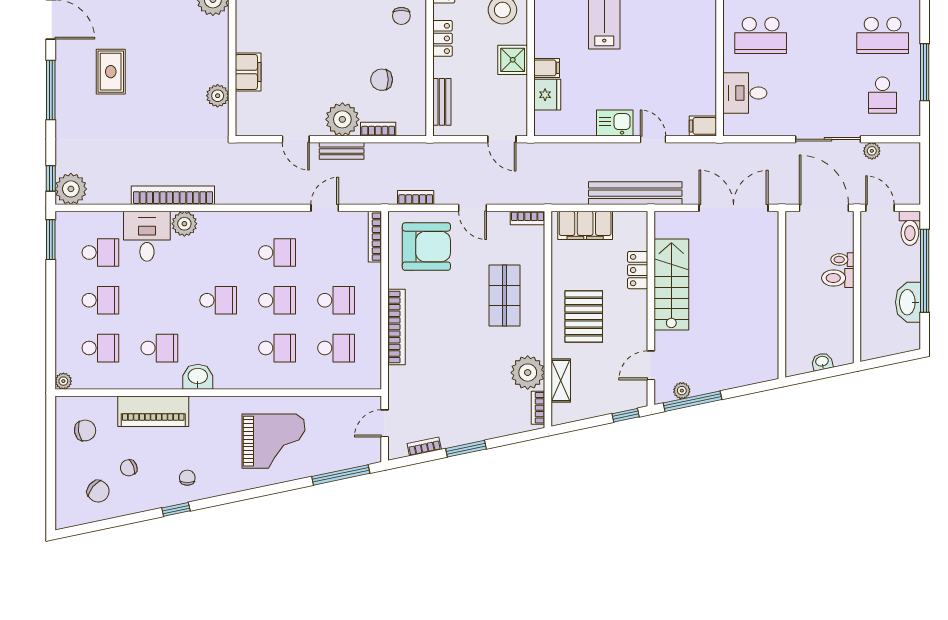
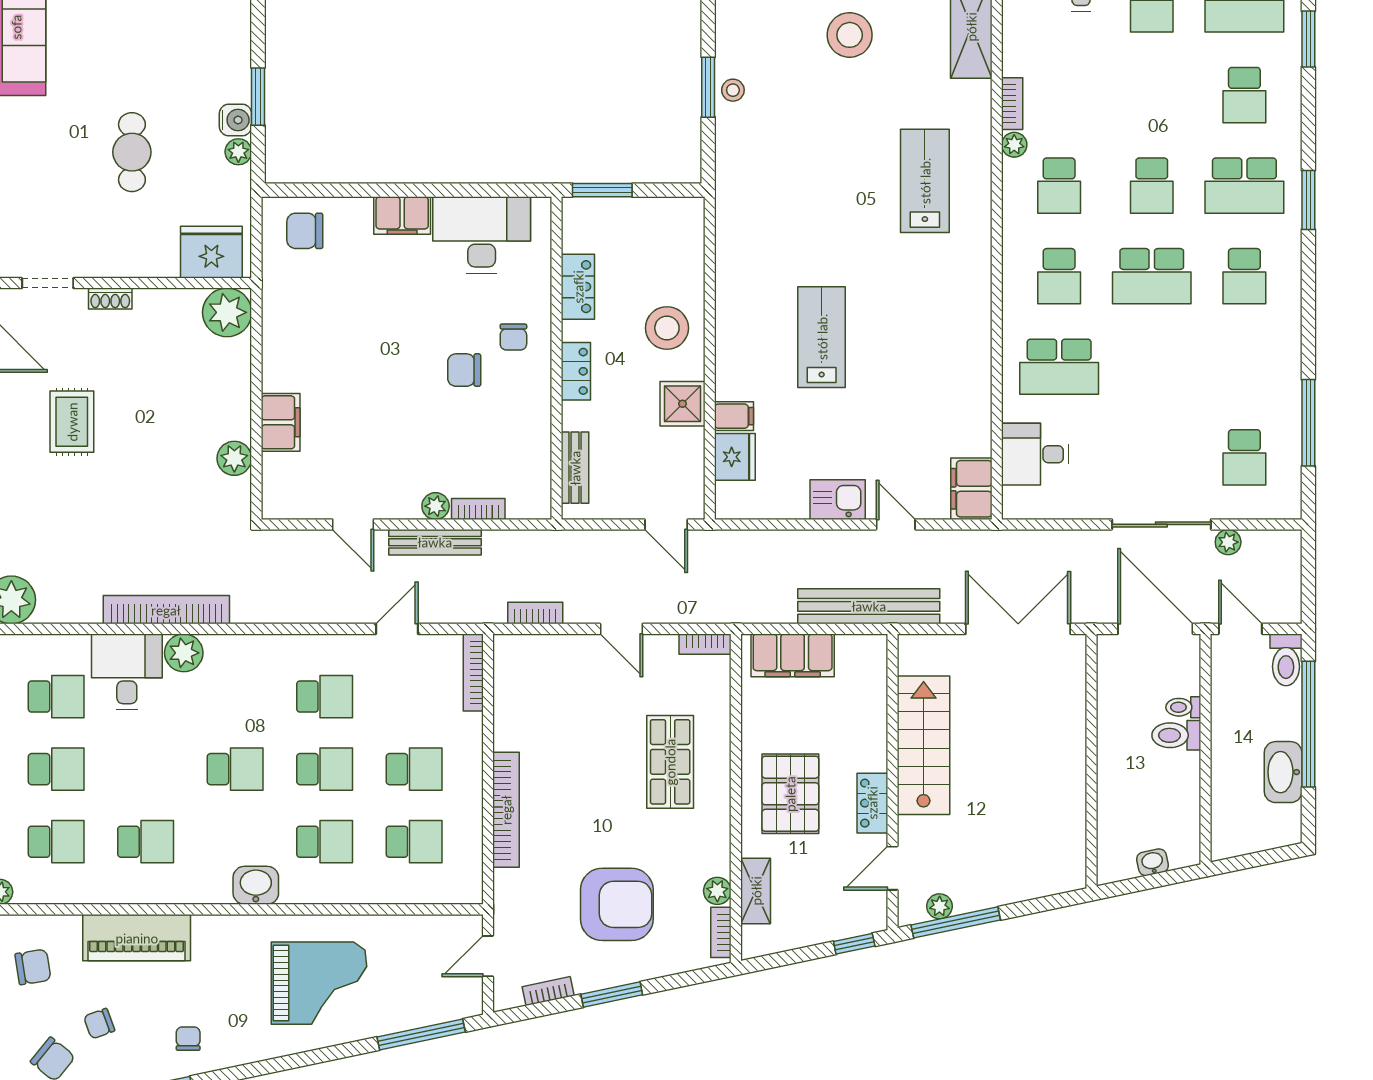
school desk: (883, 35) -> (1244, 367), removed
chair: (382, 80) -> (464, 370), moved
plant: (342, 119) -> (436, 506), width x0.53, depth x0.53
filing cabinet: (703, 126) -> (971, 489), width x2.00
bench: (342, 151) -> (435, 542), width x1.36
armchair: (426, 247) -> (617, 904), moved
locker: (638, 270) -> (872, 803), moved
plant: (528, 373) -> (717, 891), width x0.53, depth x0.53
washbasin: (198, 377) -> (256, 885), moved

